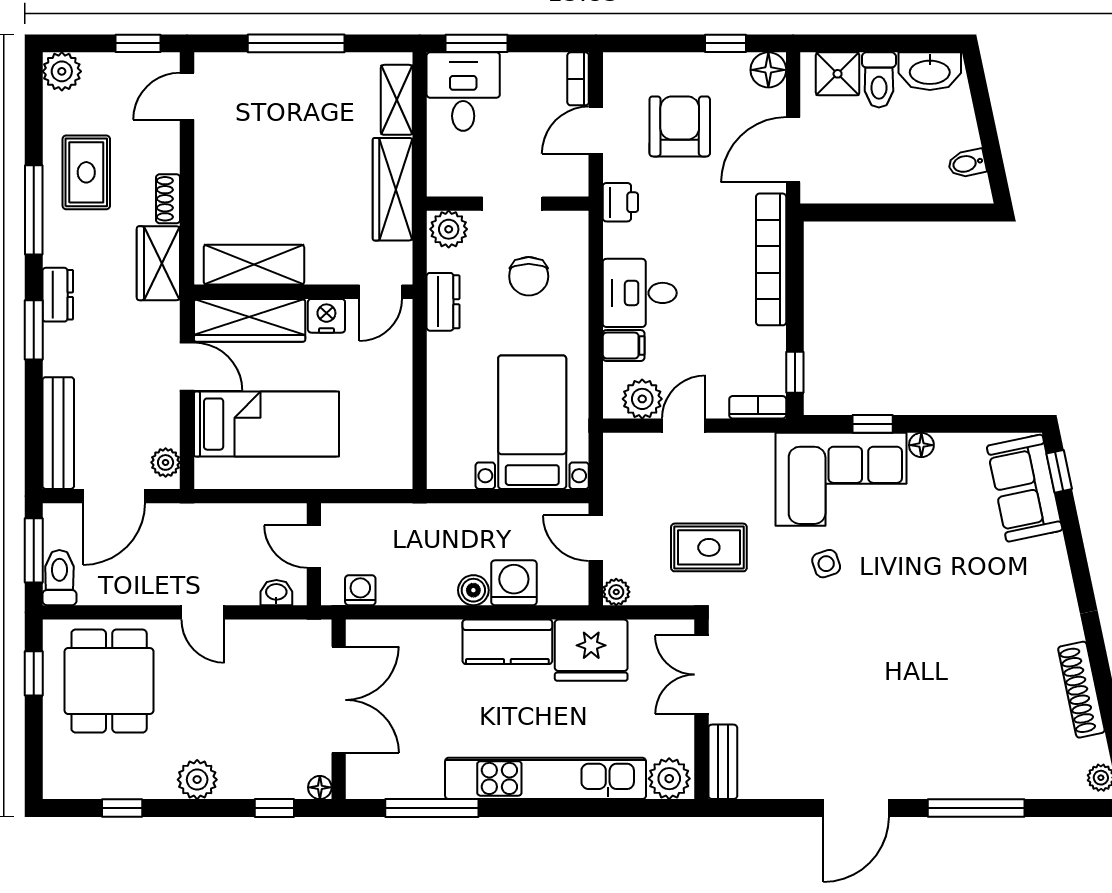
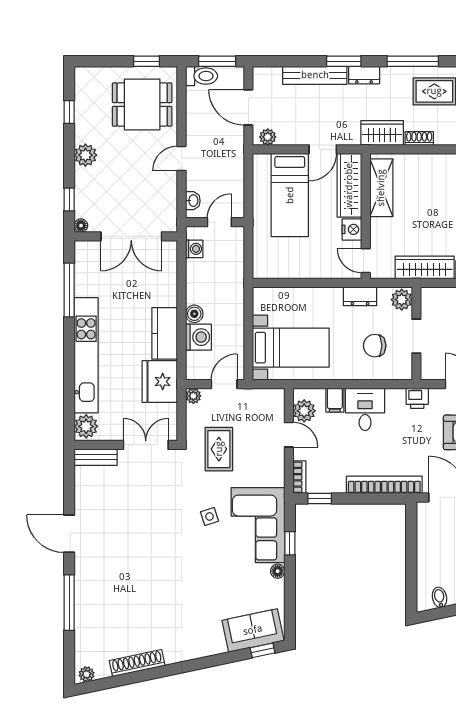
bench: (58, 433) -> (315, 75), moved

